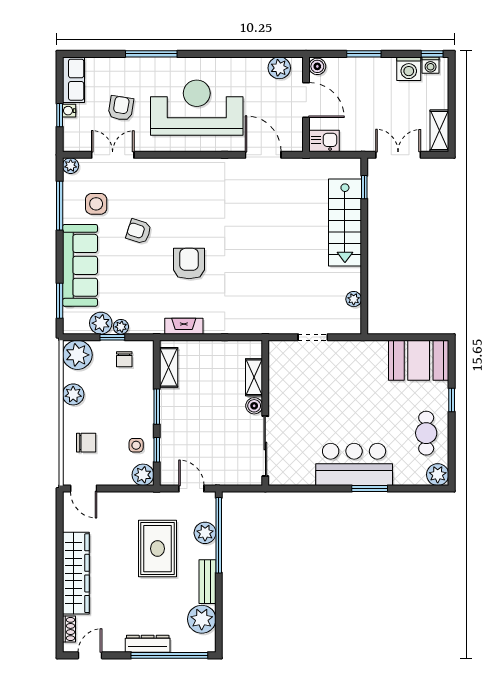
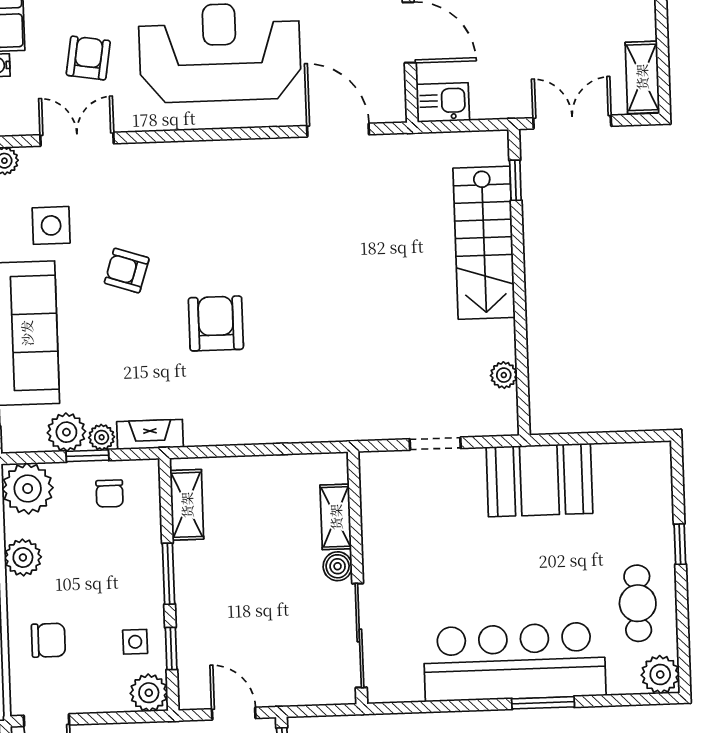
fireplace: (184, 326) -> (150, 434), moved
booth: (419, 360) -> (539, 480), moved
bar counter: (354, 464) -> (514, 662), width x1.36

